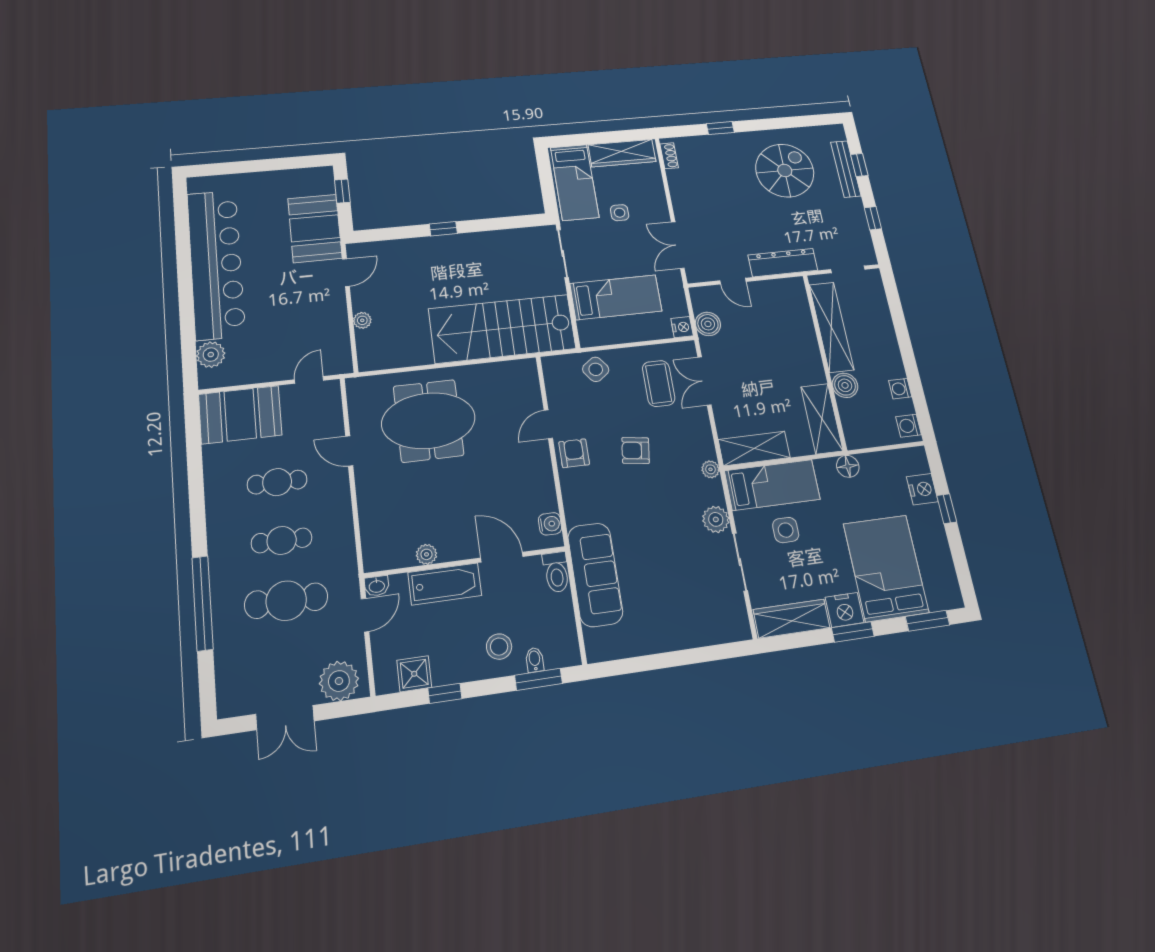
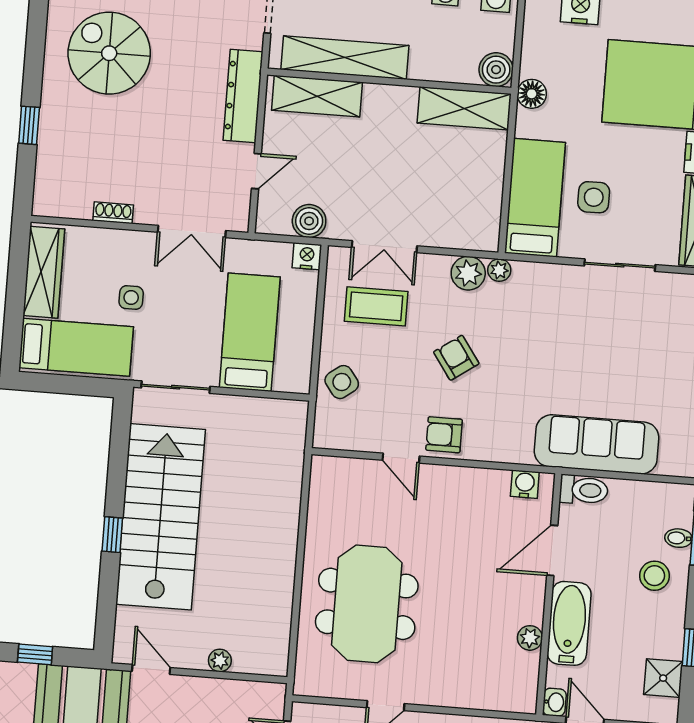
shoe rack: (669, 156) -> (113, 213), moved
stairs: (502, 329) -> (160, 517), moved, turned 180
boiler: (845, 385) -> (496, 70), moved
shelving: (754, 449) -> (317, 96), moved, turned 90
armchair: (636, 450) -> (456, 358), turned 137
plant: (716, 519) -> (468, 273), moved

